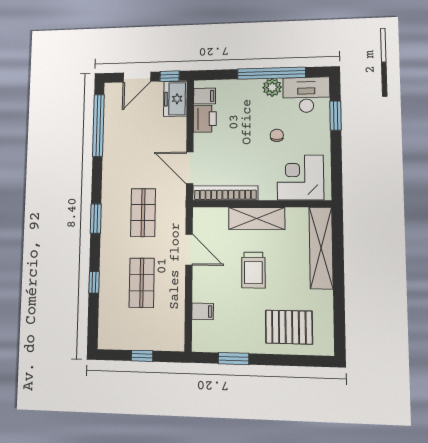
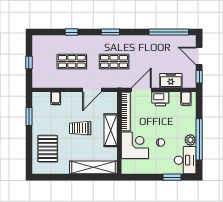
freezer: (175, 99) -> (171, 81), moved
printer: (205, 119) -> (160, 99), moved
corner desk: (300, 178) -> (135, 145), moved

